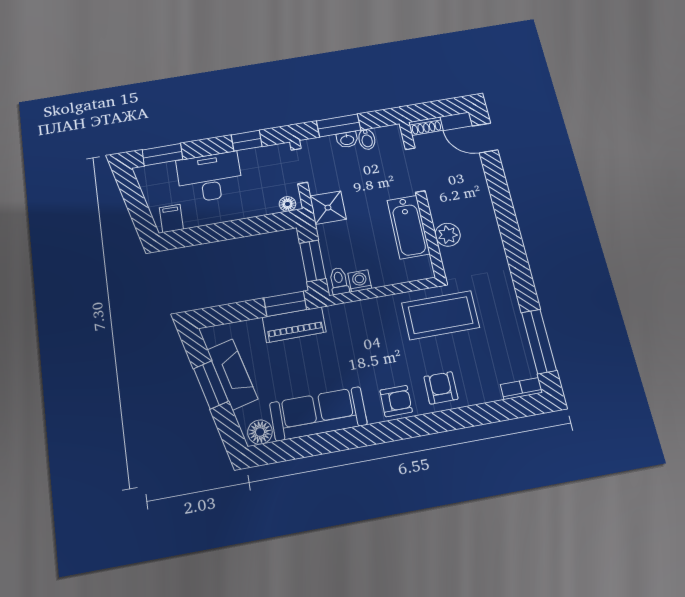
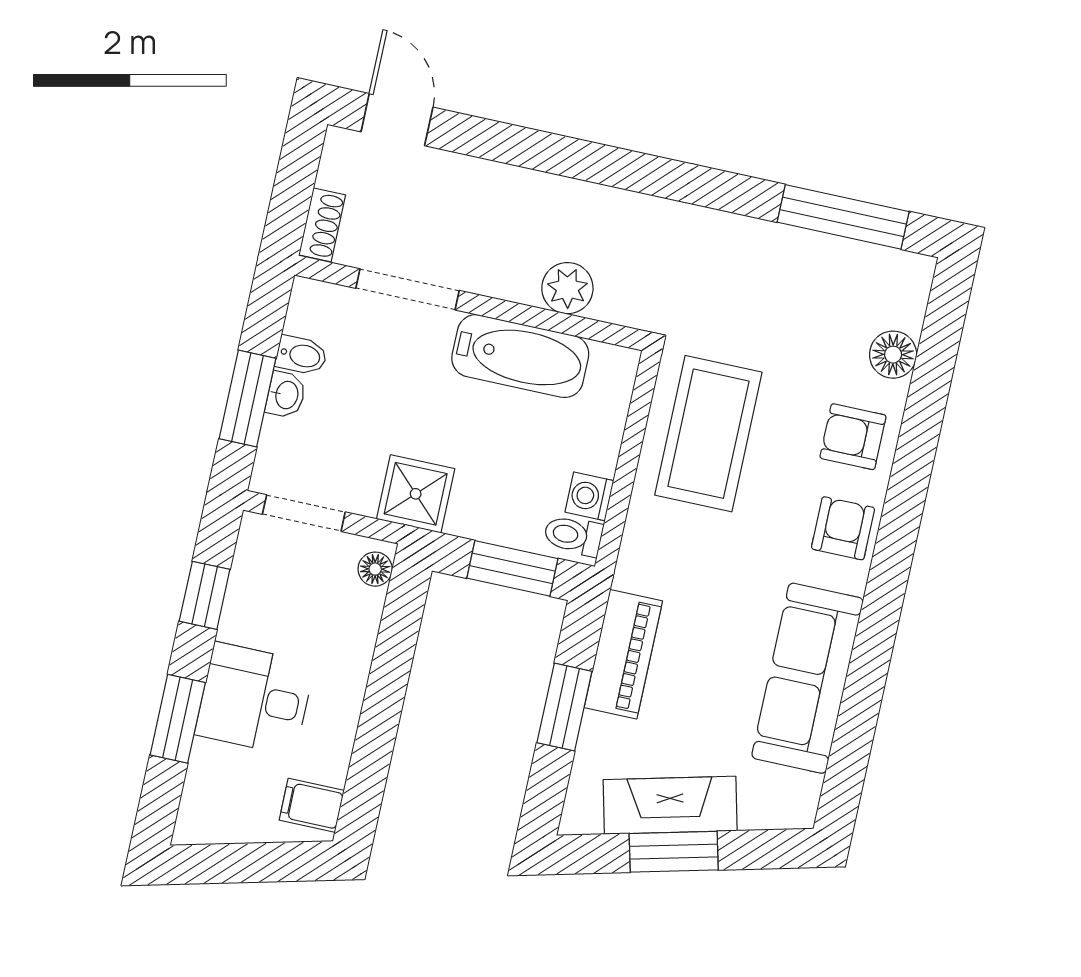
door: (485, 138) -> (397, 120), swing flipped
window: (162, 155) -> (178, 719), moved
desk: (210, 177) -> (255, 699), width x0.73
window: (285, 304) -> (564, 707), moved
coffee table: (440, 315) -> (708, 434), moved
bookcase: (521, 389) -> (915, 292), removed
floor lamp: (260, 432) -> (893, 355), moved

